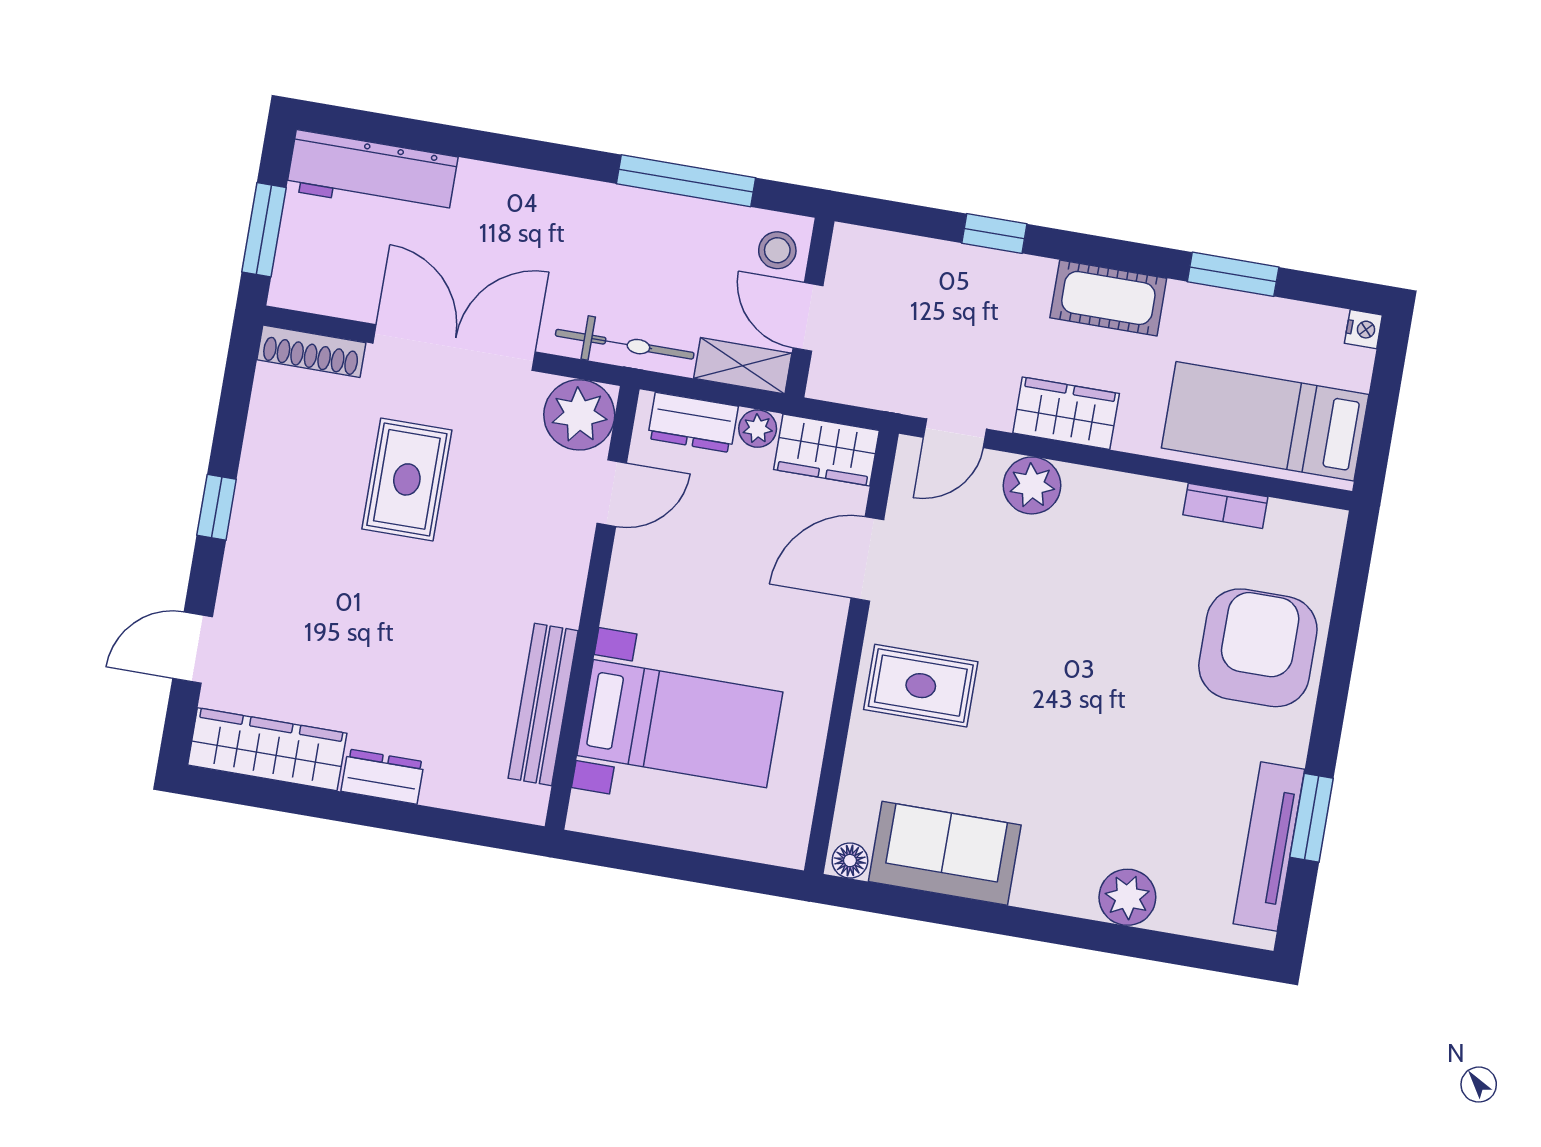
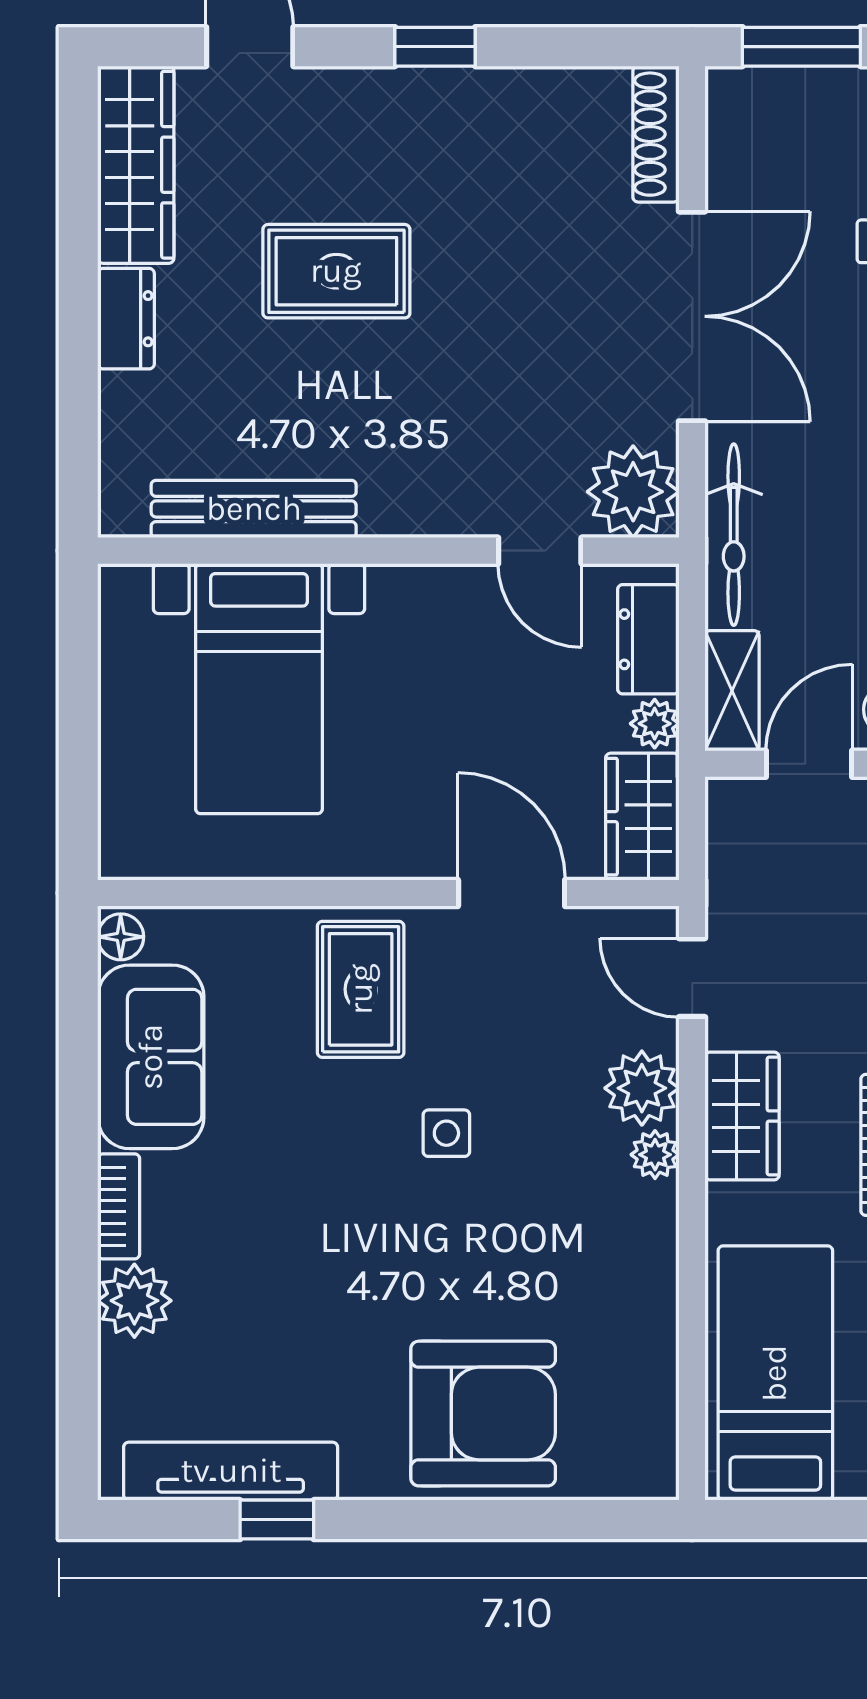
rug: (407, 479) -> (336, 271), moved
plant: (1084, 484) -> (655, 1155), added
bookcase: (1225, 506) -> (119, 1206), moved, turned 180
side table: (1041, 639) -> (446, 1133), added
window: (1312, 818) -> (277, 1520), width x0.67

